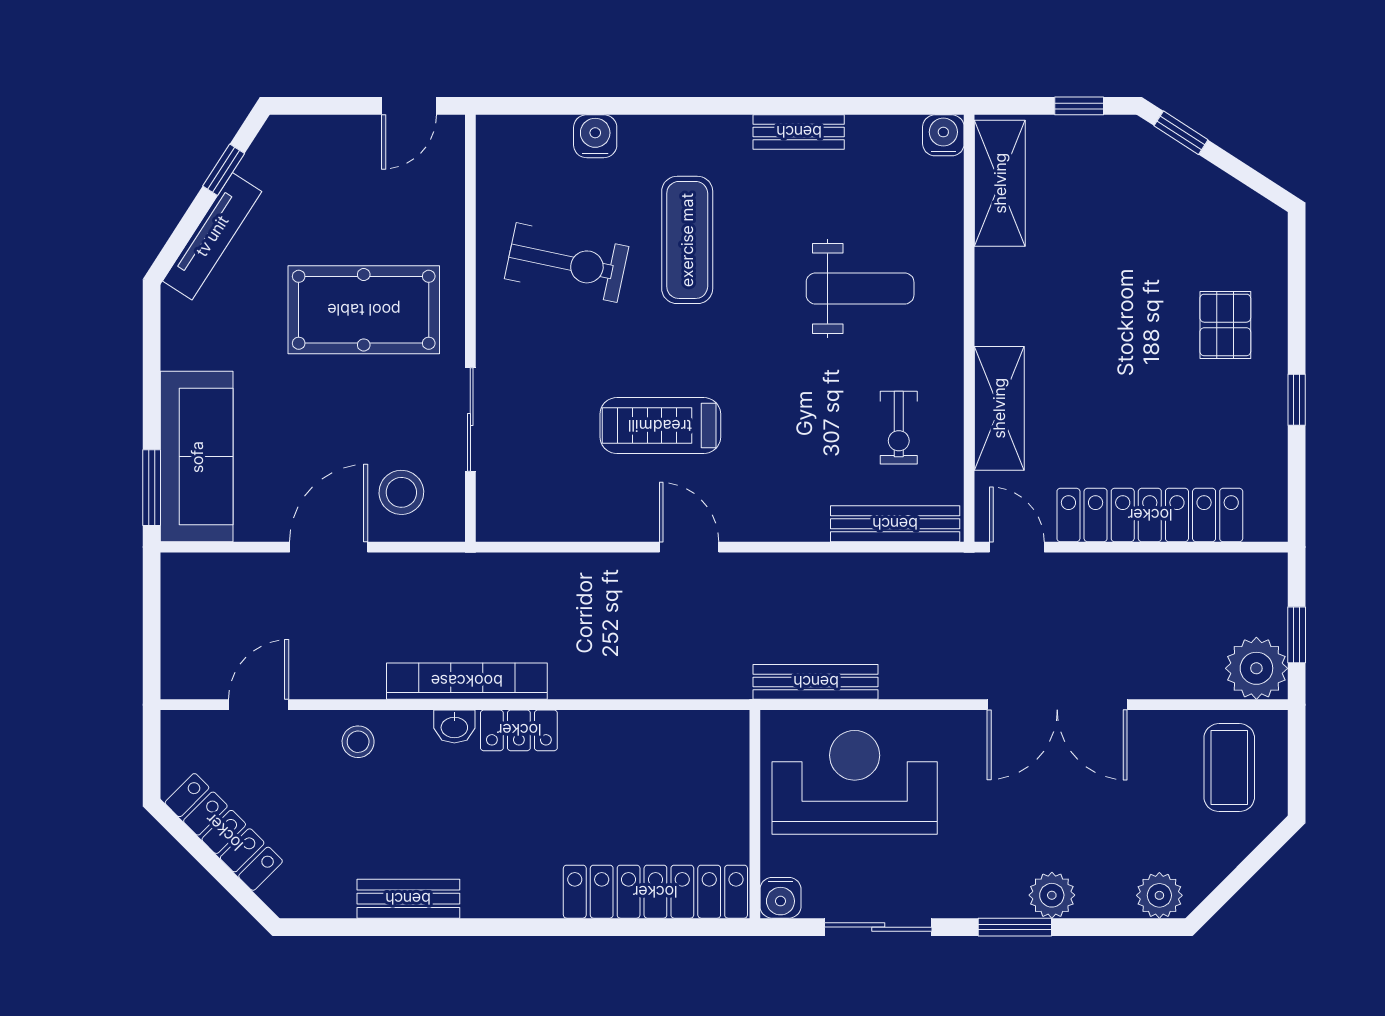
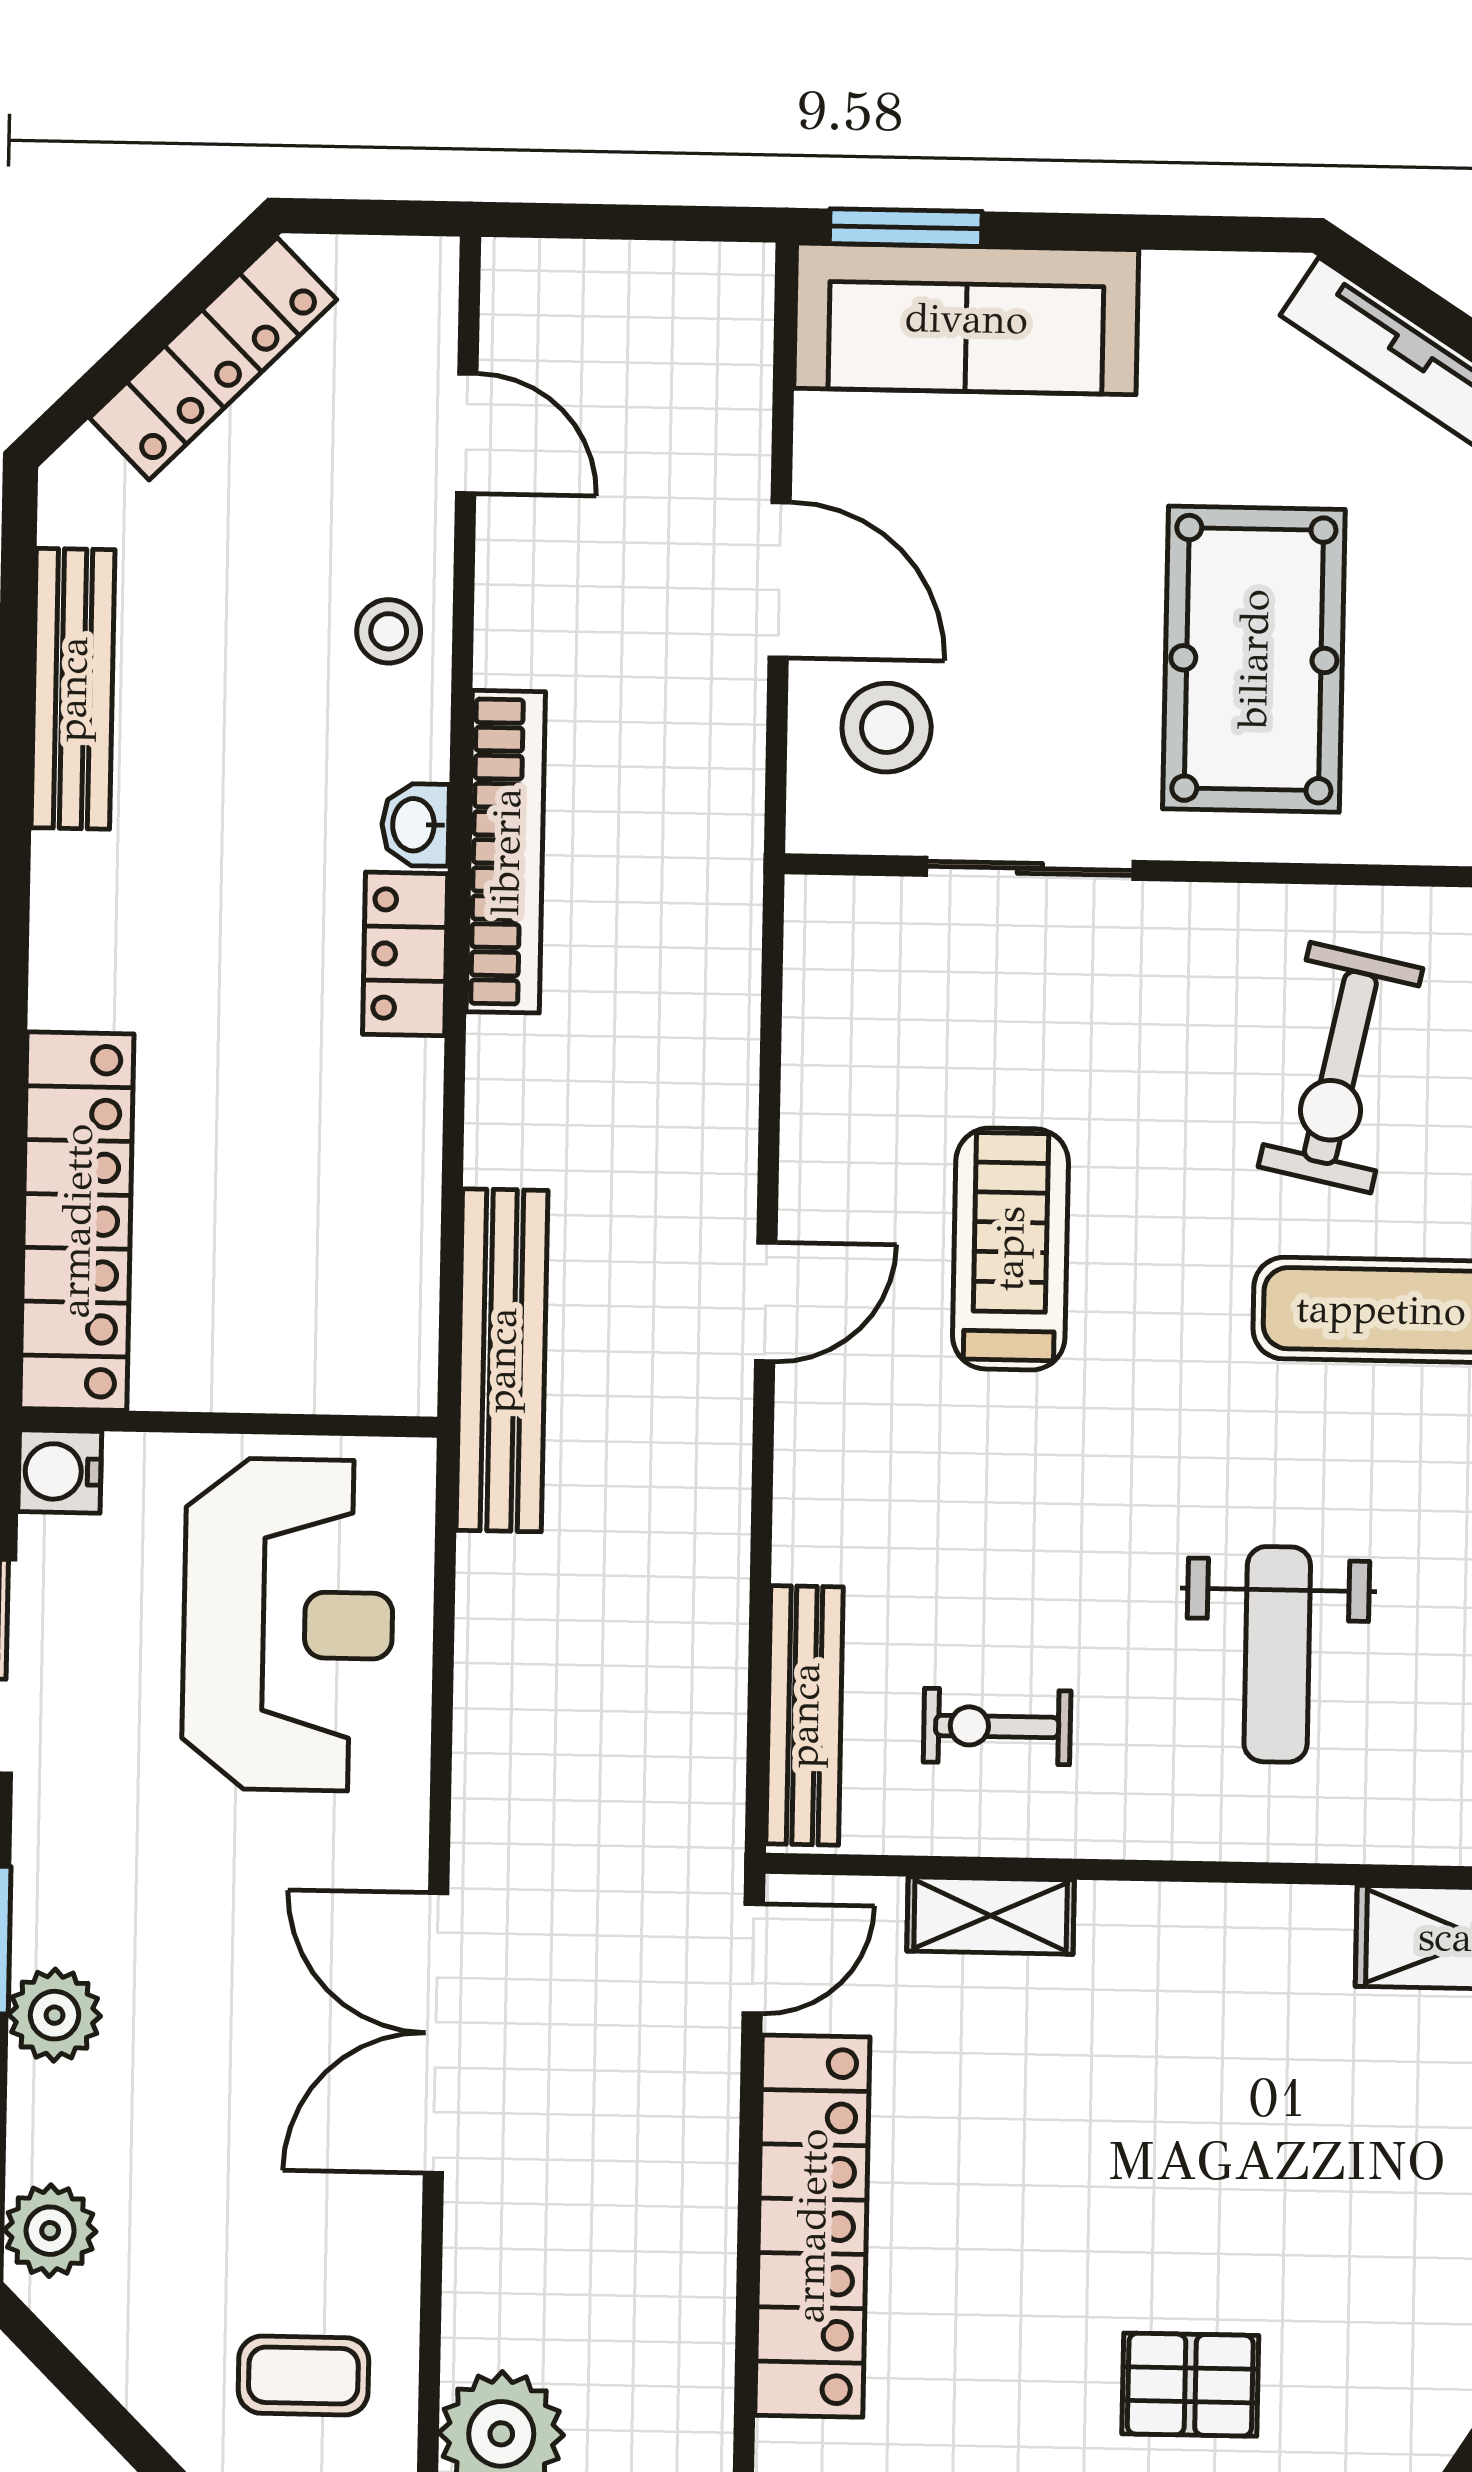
shelving: (999, 408) -> (991, 1915), width x0.67, depth x0.75
bench: (816, 682) -> (502, 1360), moved, width x1.37, depth x1.21
coffee table: (1229, 768) -> (303, 2375), width x0.73, depth x0.77
bench: (408, 899) -> (73, 689), width x1.36

